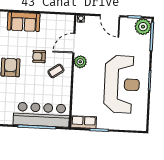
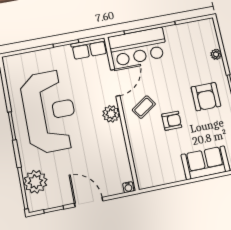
plant: (143, 27) -> (35, 182), moved
door: (74, 43) -> (115, 83), moved
plant: (80, 62) -> (111, 114), moved
reception desk: (122, 84) -> (49, 111), turned 180
bar counter: (41, 115) -> (138, 47), width x0.73

